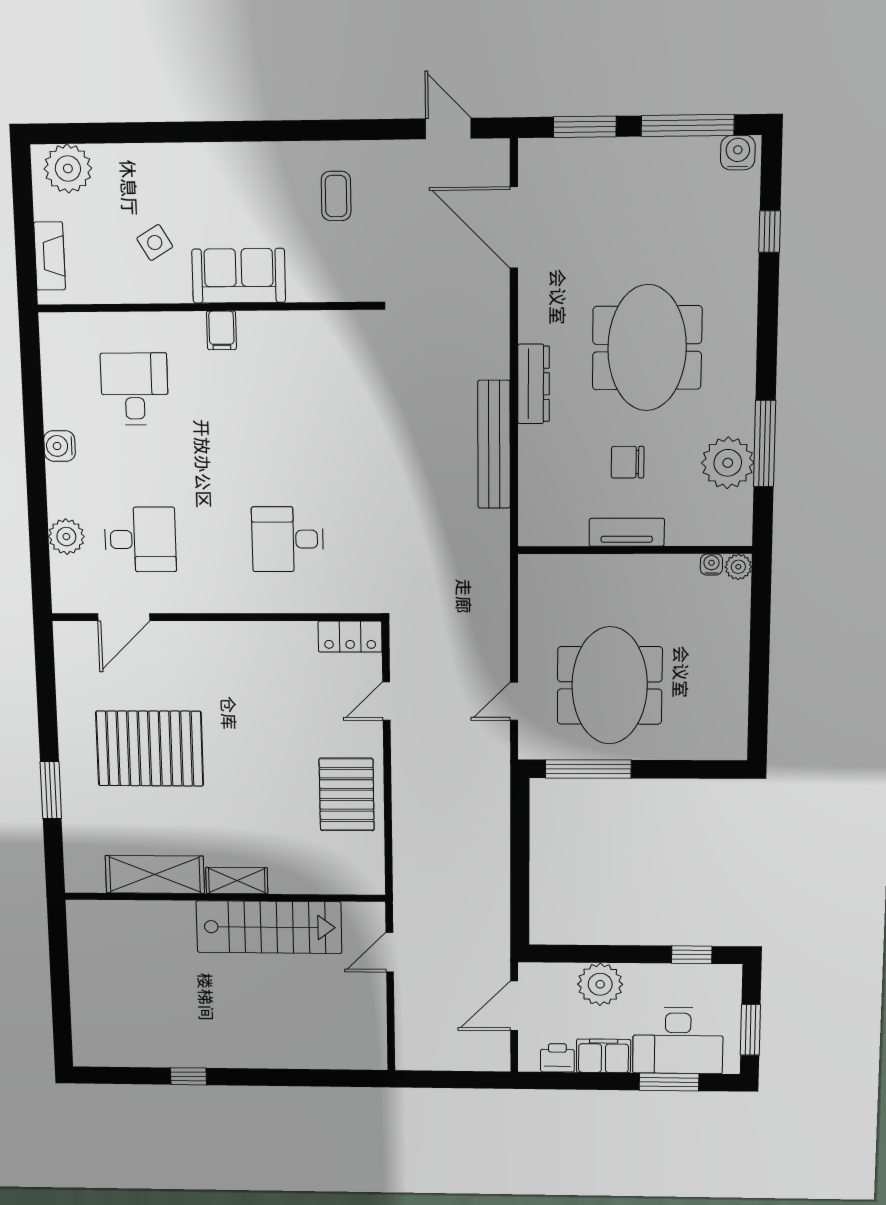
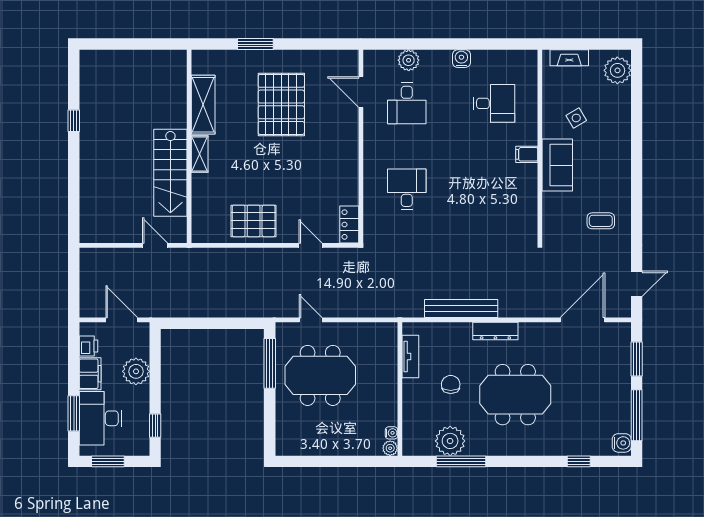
tv unit: (627, 532) -> (410, 356), moved

